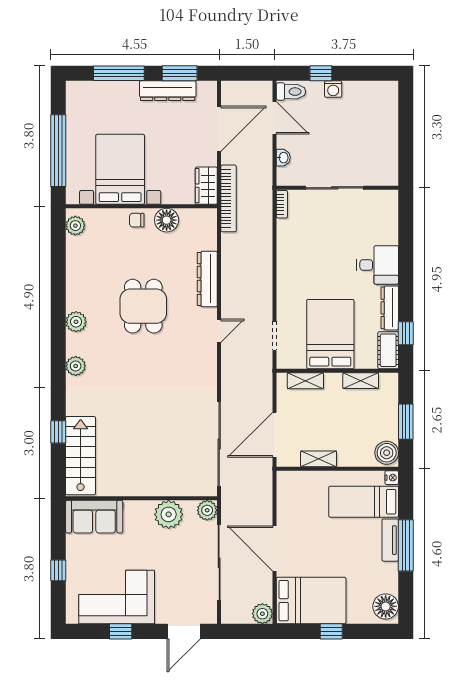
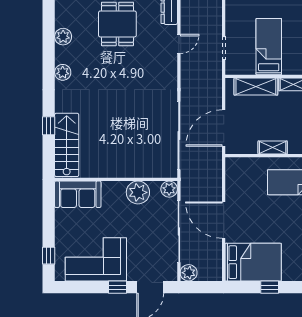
bed: (330, 334) -> (269, 47), width x0.67
shelving: (305, 381) -> (256, 87), width x1.50, depth x1.33
shelving: (319, 459) -> (273, 148), moved
window: (58, 570) -> (49, 256), moved
plant: (262, 614) -> (189, 273), moved
window: (121, 631) -> (117, 287), moved

